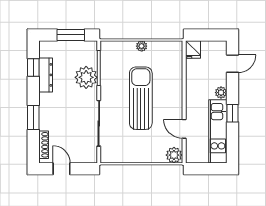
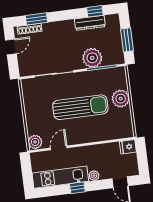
plant: (142, 46) -> (121, 99), width x1.87, depth x1.87
window: (33, 117) -> (37, 19), moved

